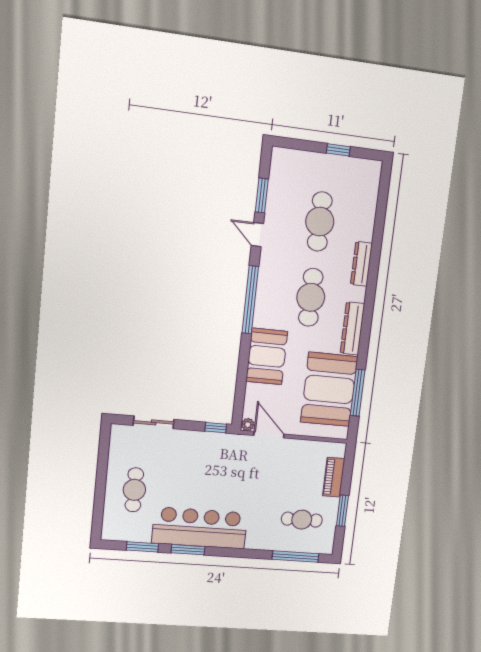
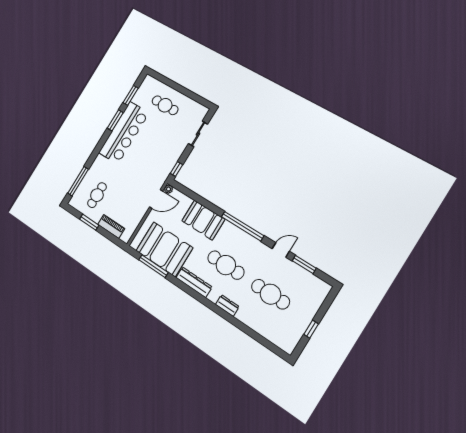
dresser: (361, 264) -> (227, 306), width x0.70

